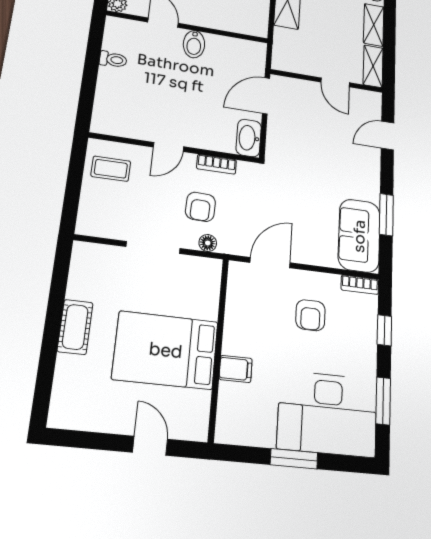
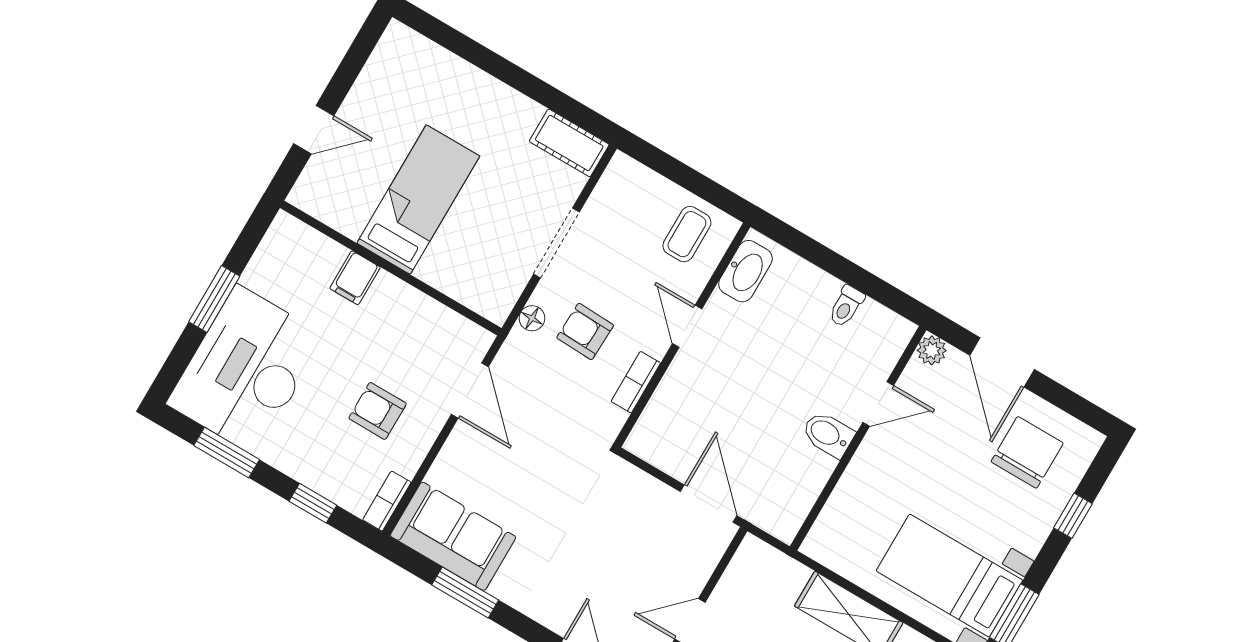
washbasin: (249, 138) -> (745, 271), moved, turned 90
cot: (75, 327) -> (569, 143), moved
bed: (166, 350) -> (418, 200), width x0.67

